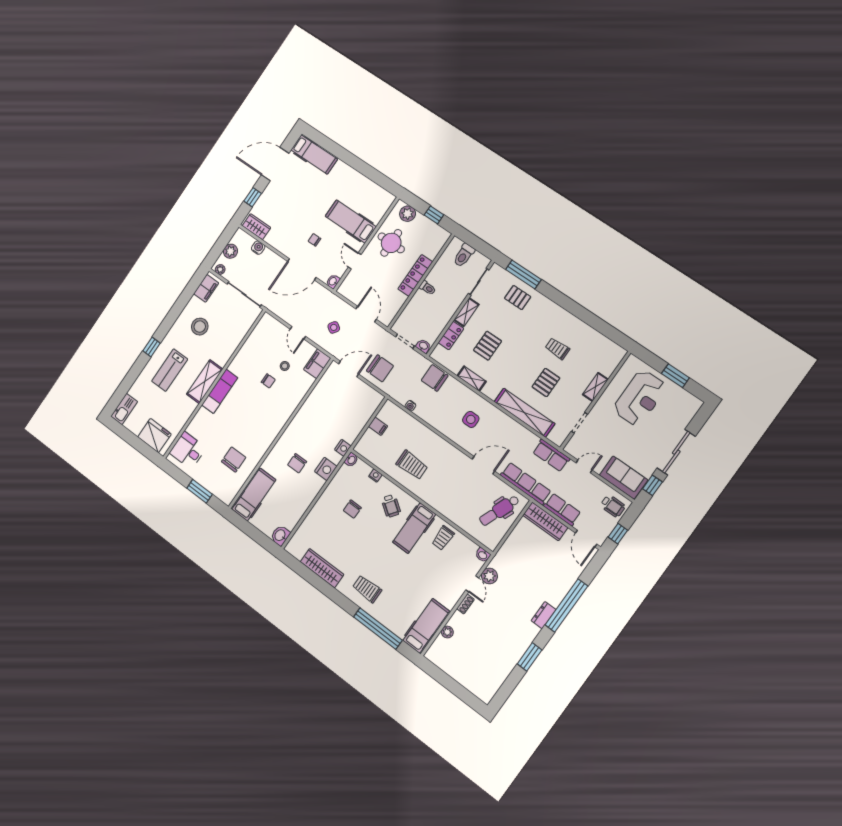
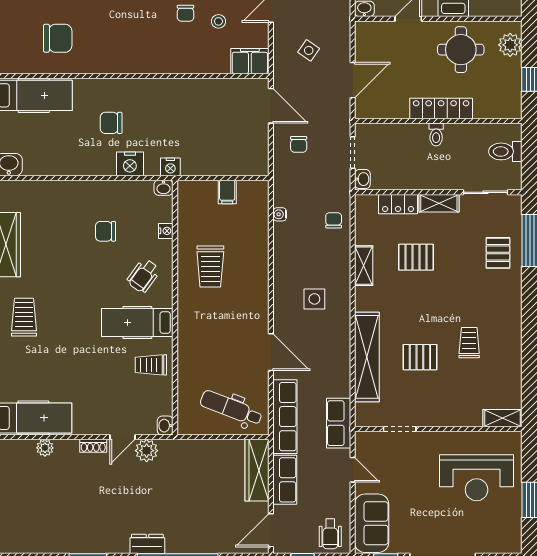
chair: (380, 368) -> (299, 144), width x0.54, depth x0.54
chair: (435, 378) -> (334, 220), width x0.54, depth x0.54
shelving: (595, 387) -> (503, 418), moved

